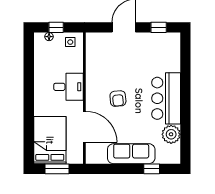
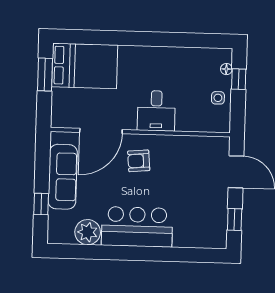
desk: (68, 87) -> (156, 111), moved
wall: (84, 98) -> (140, 132), moved
door: (84, 127) -> (101, 131), moved

